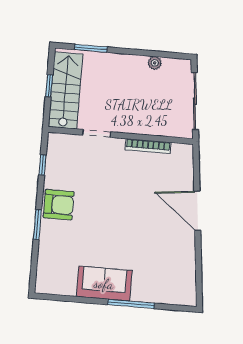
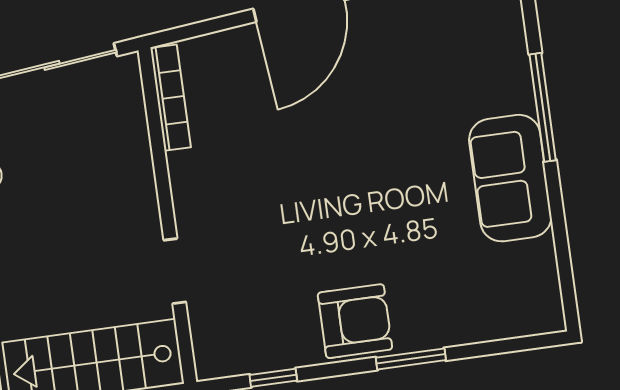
bookcase: (148, 146) -> (171, 98), moved
armchair: (59, 205) -> (355, 321), turned 90

